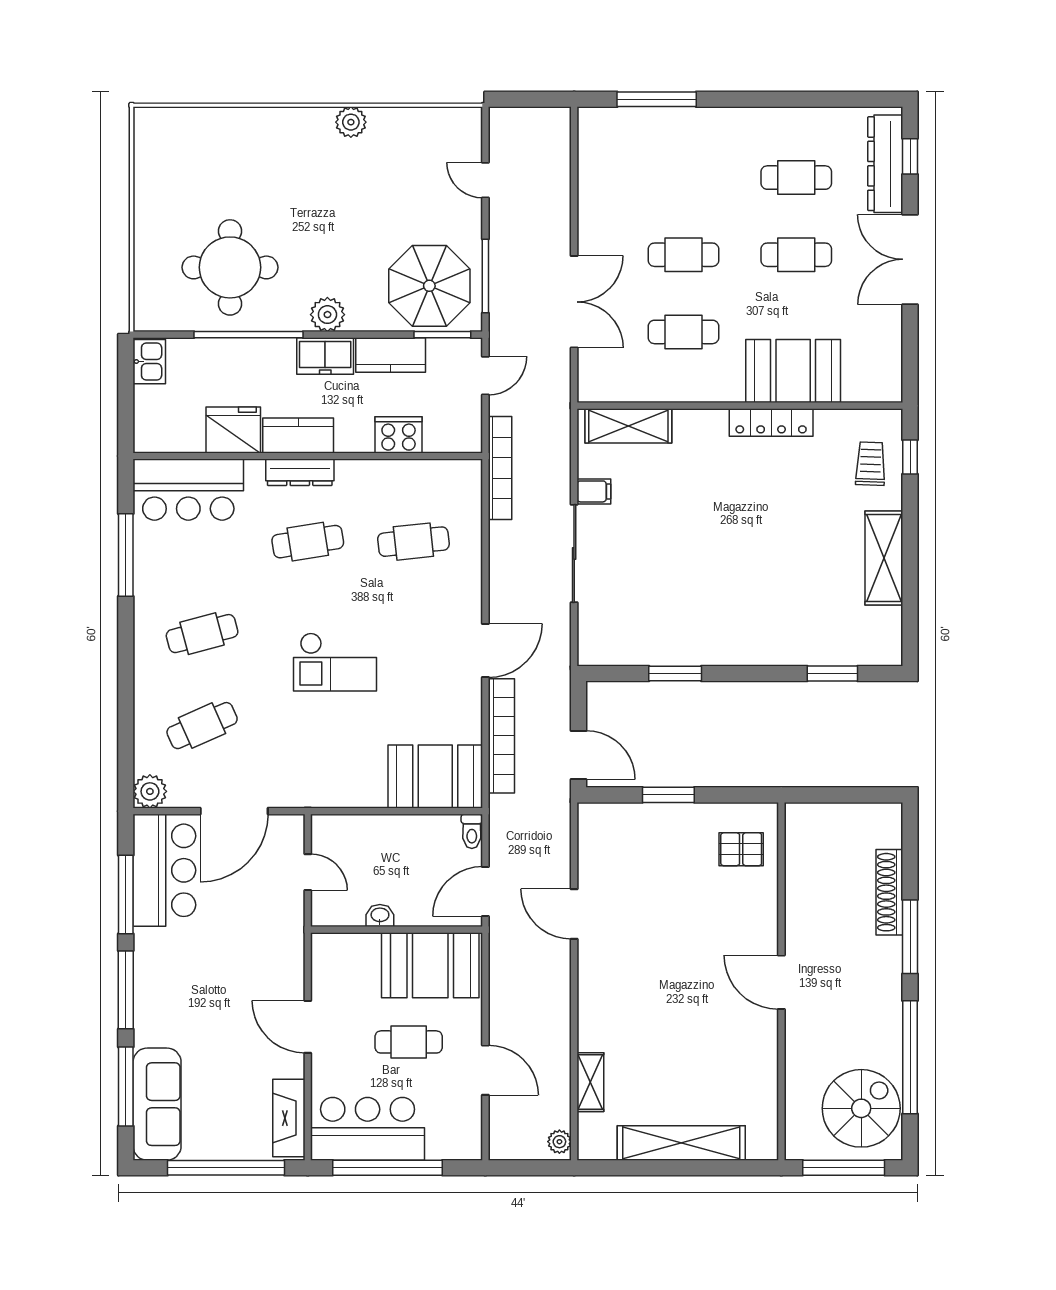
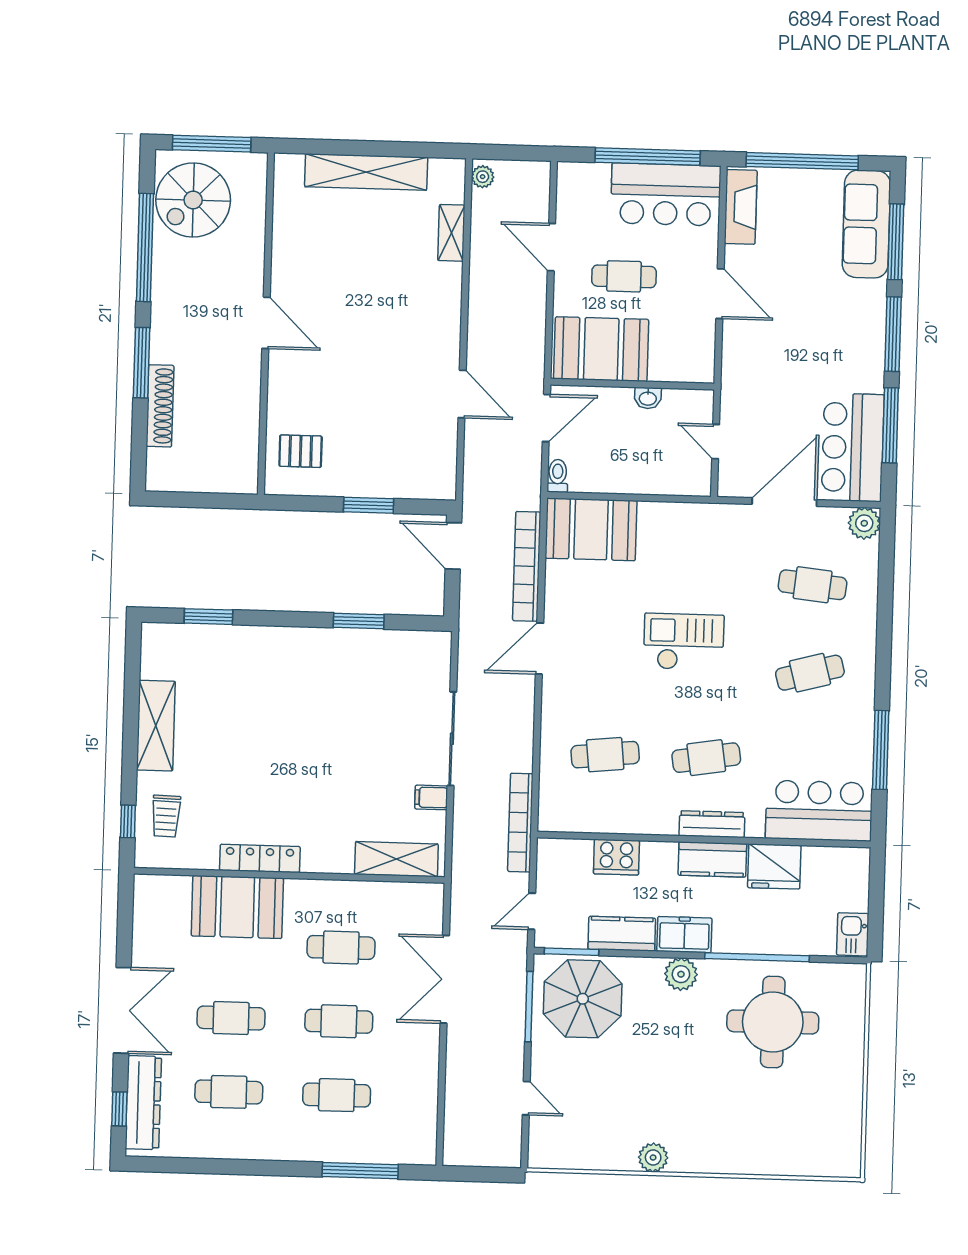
cafe table: (683, 178) -> (337, 1095), added
cafe table: (202, 726) -> (813, 585), turned 30

